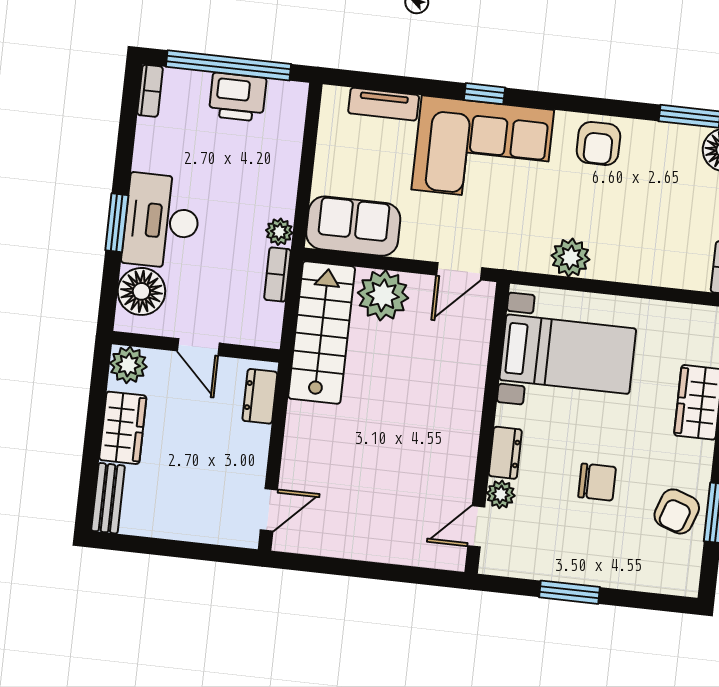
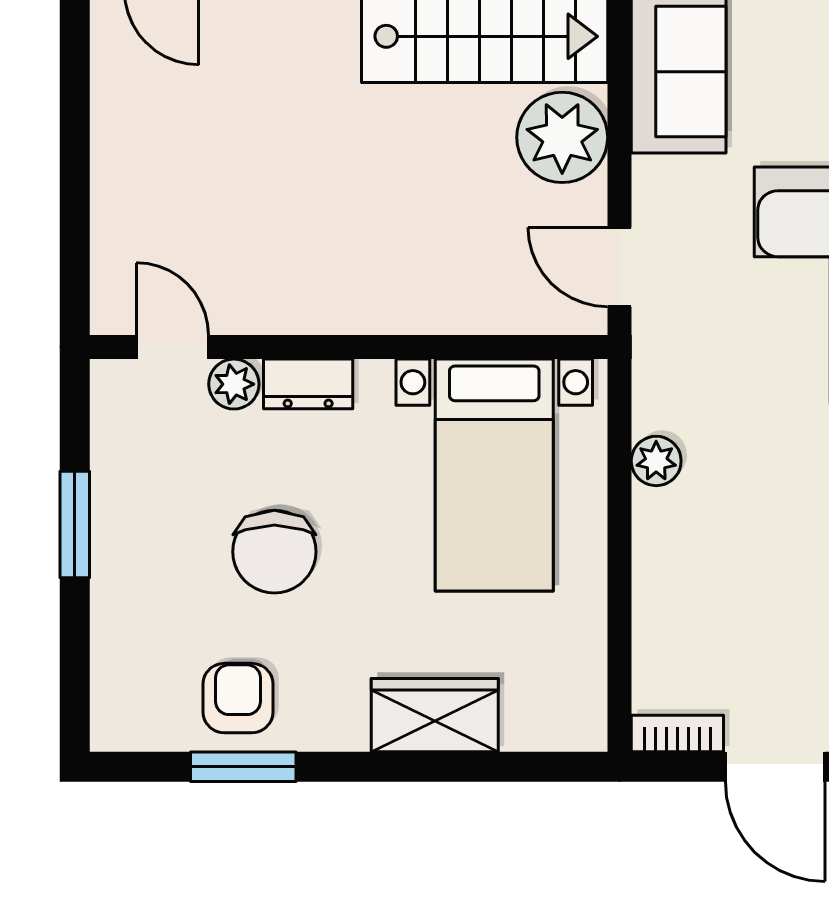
plant: (570, 258) -> (656, 461), width x0.73, depth x0.73
chair: (597, 482) -> (274, 552), width x1.37, depth x1.37
armchair: (677, 511) -> (238, 698), turned 71

